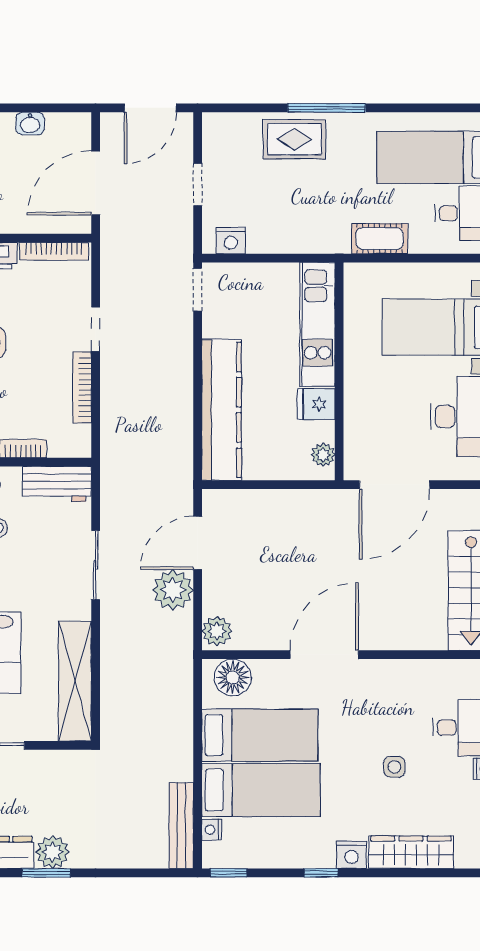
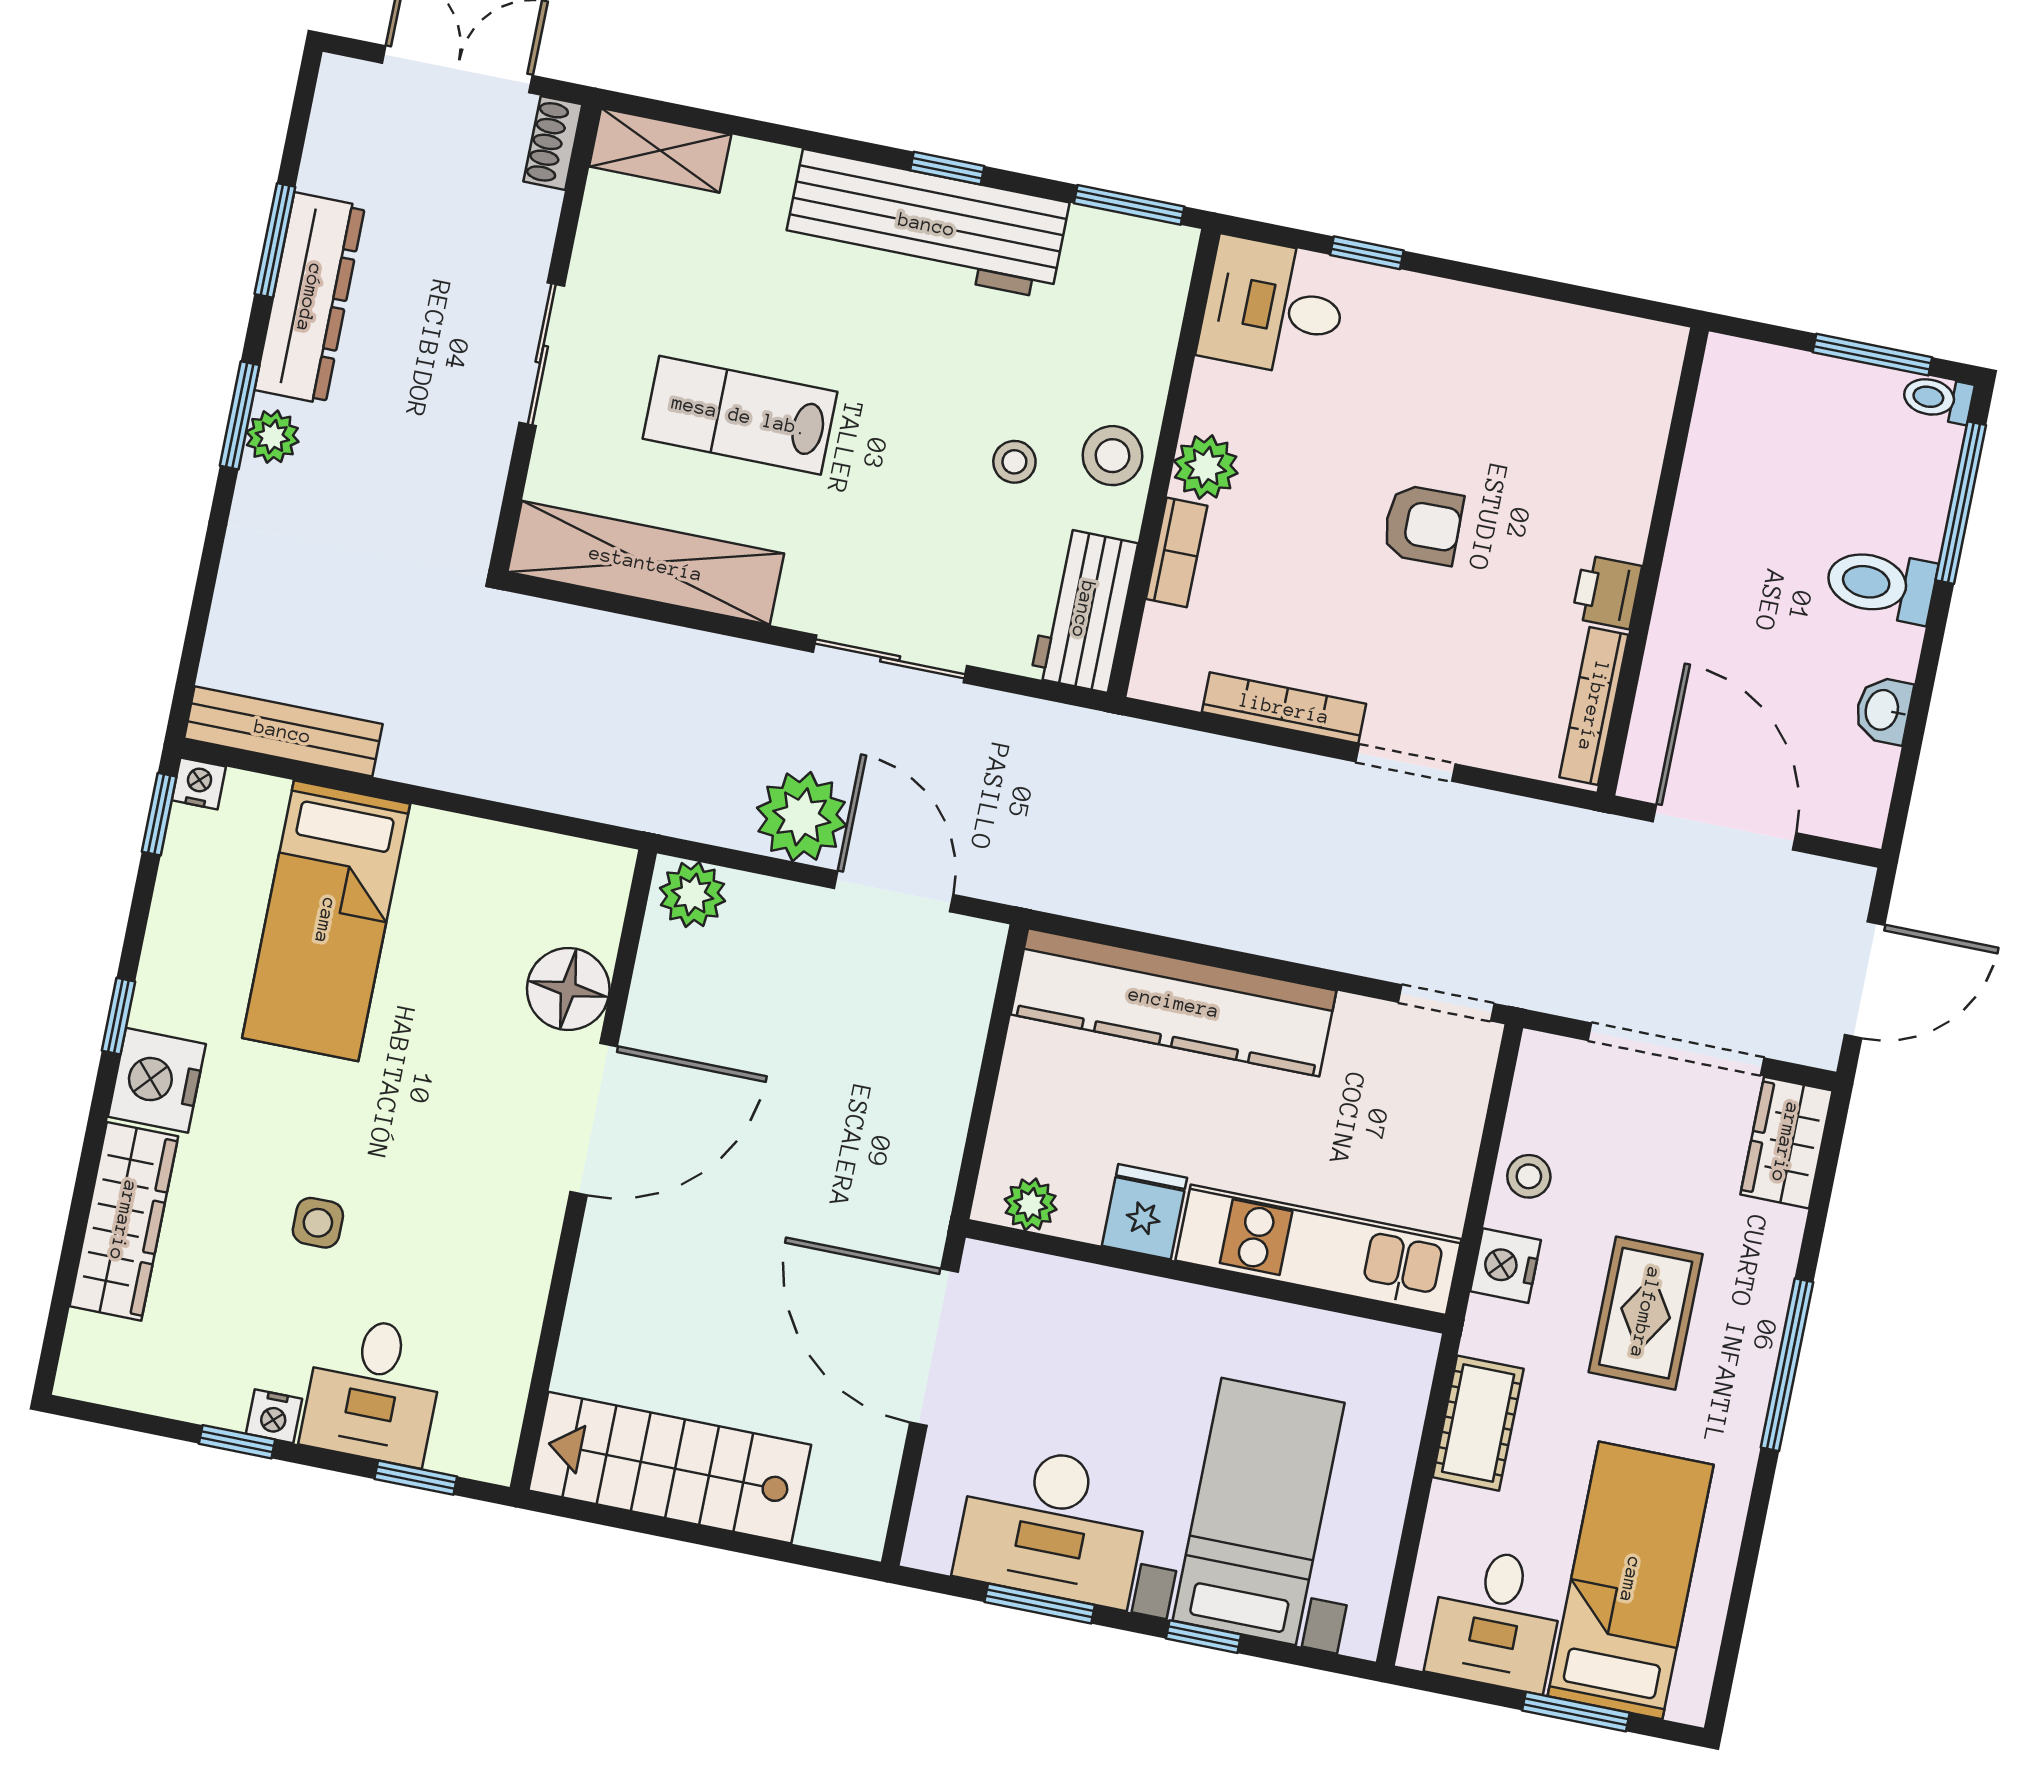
door: (150, 108) -> (1865, 980), swing flipped
wardrobe: (229, 128) -> (1786, 1143), added
rug: (294, 139) -> (1646, 1313), moved
doorway: (198, 185) -> (1676, 1049), width x1.87
stool: (267, 238) -> (1529, 1176), added
nightstand: (231, 240) -> (1506, 1266), moved
door: (324, 655) -> (594, 1119), hinge flipped
floor lamp: (233, 677) -> (568, 989), moved
bed: (260, 735) -> (446, 943), removed
nightstand: (212, 830) -> (199, 783), moved
plant: (53, 852) -> (272, 437), width x0.73, depth x0.73
nightstand: (351, 855) -> (157, 1080), width x1.36, depth x1.33

